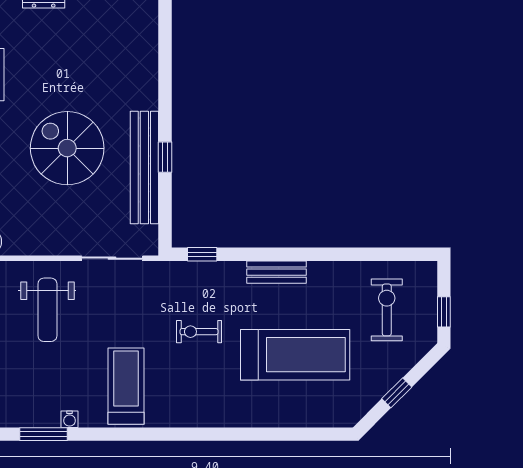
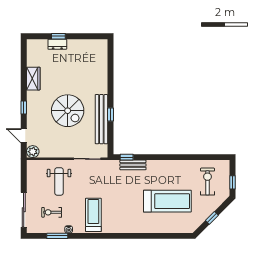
spiral stairs: (67, 148) -> (68, 111), turned 180
bench: (276, 272) -> (133, 165), moved
exercise bike: (199, 332) -> (52, 212), moved

